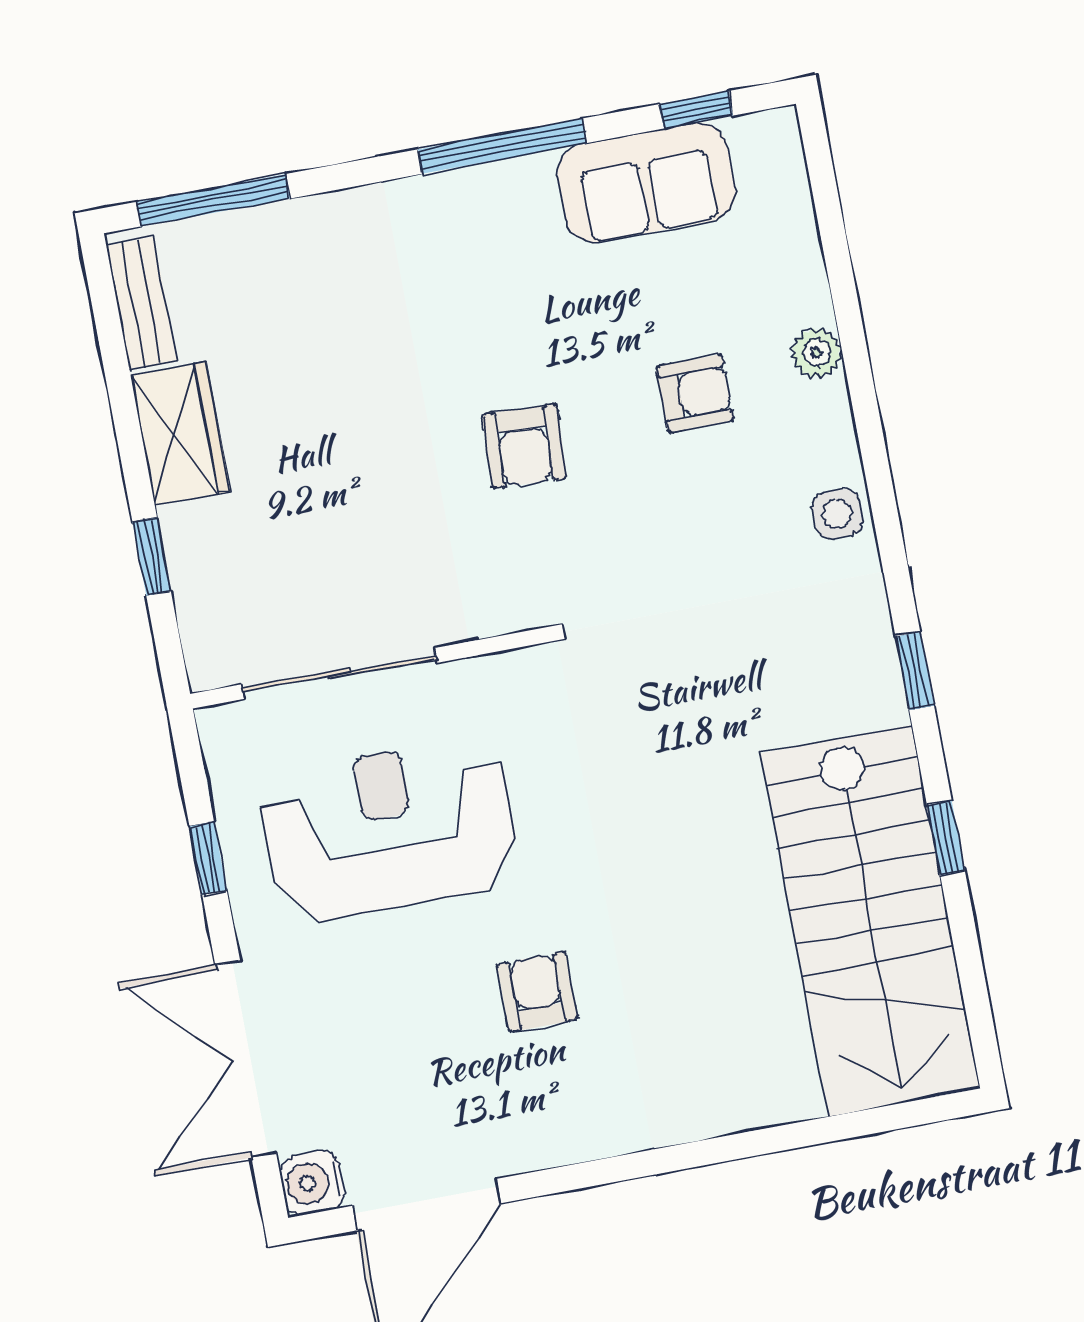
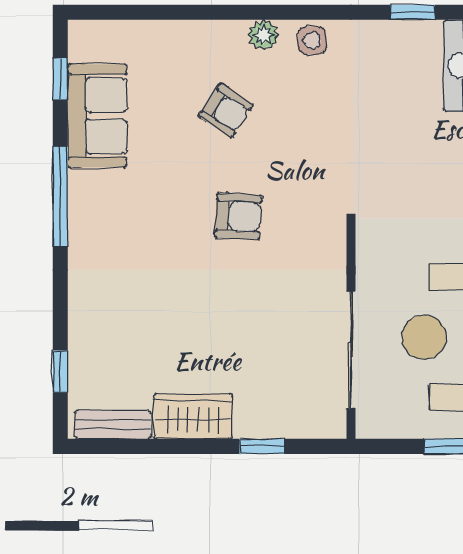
window: (213, 200) -> (60, 371), width x0.46
plant: (817, 353) -> (263, 35), moved
armchair: (695, 393) -> (226, 110), turned 123

